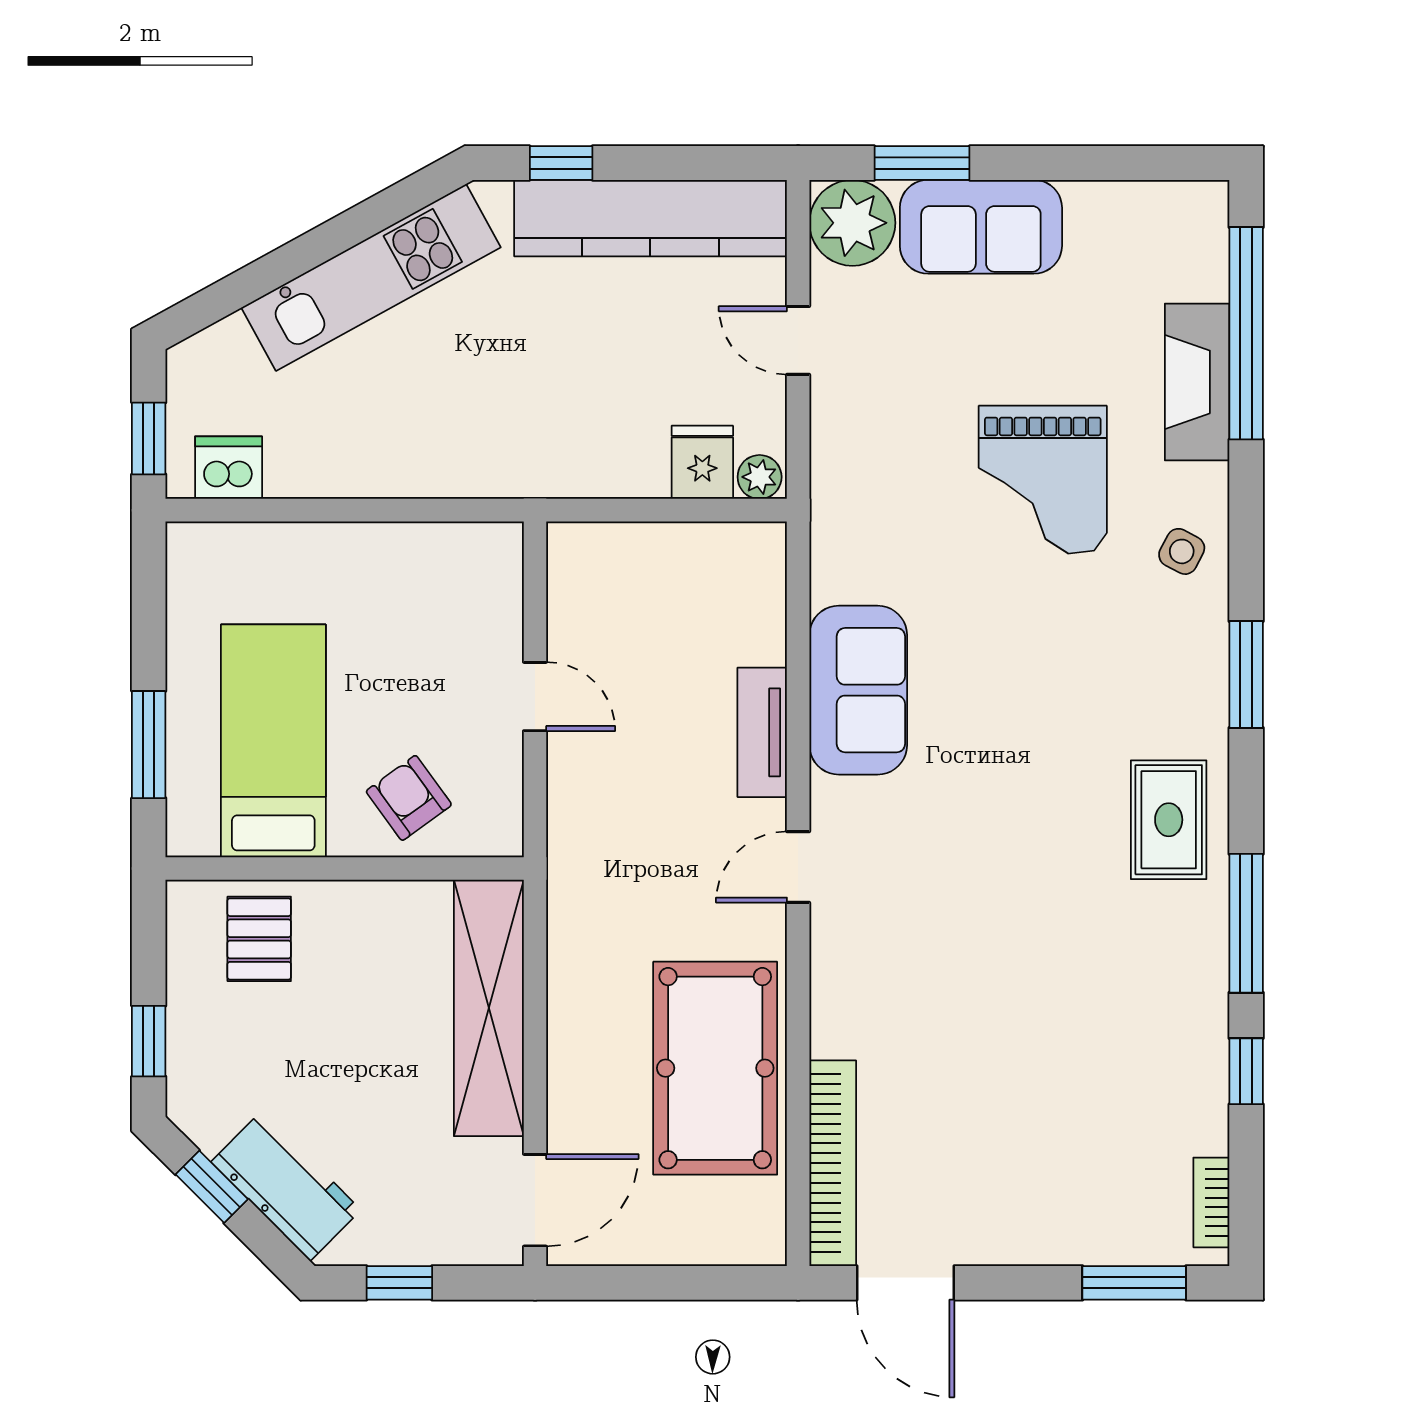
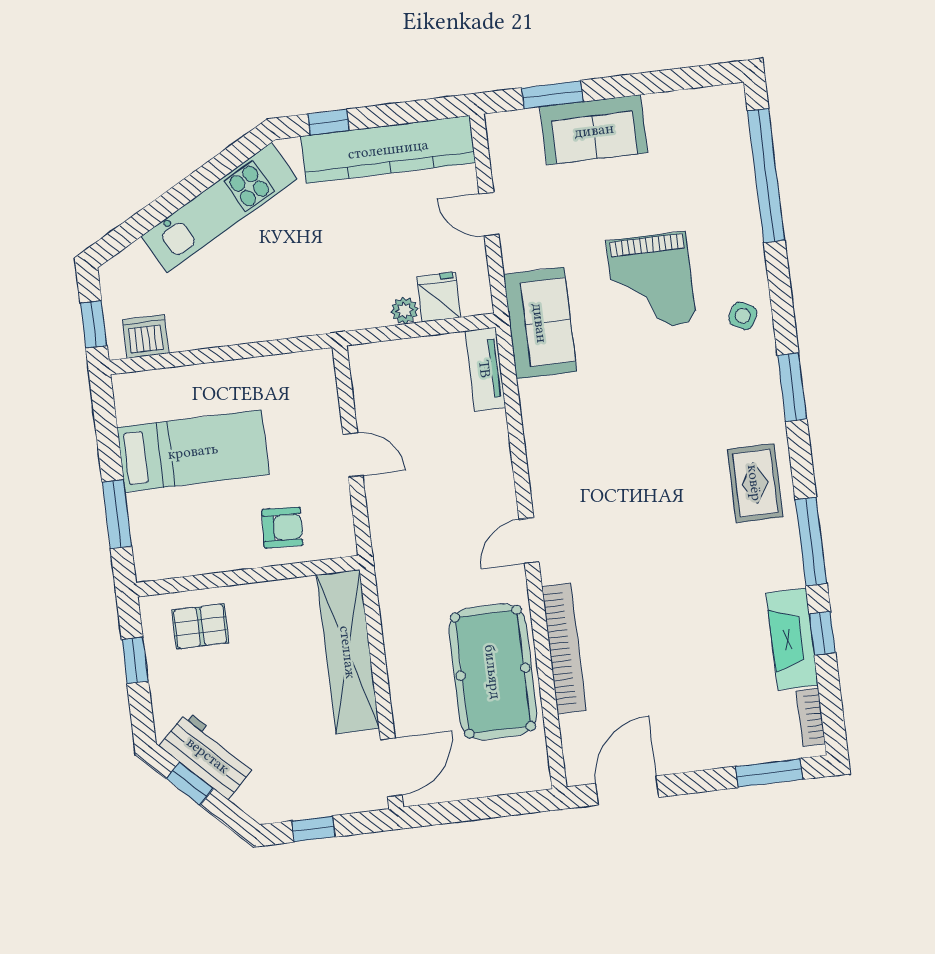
plant: (852, 223) -> (514, 137), removed
fireplace: (1197, 382) -> (792, 639), moved
plant: (760, 477) -> (404, 310), moved
sofa: (858, 690) -> (540, 323), moved
tv unit: (762, 732) -> (485, 369), moved
bed: (273, 741) -> (193, 451), moved, turned 90
armchair: (409, 798) -> (282, 527), turned 129
pallet: (259, 939) -> (200, 626), turned 90
window: (149, 1041) -> (135, 660), moved
bookcase: (833, 1163) -> (564, 648), moved
workbench: (286, 1186) -> (208, 755), moved
door: (906, 1283) -> (627, 790), swing flipped

